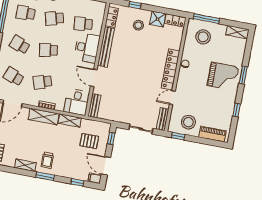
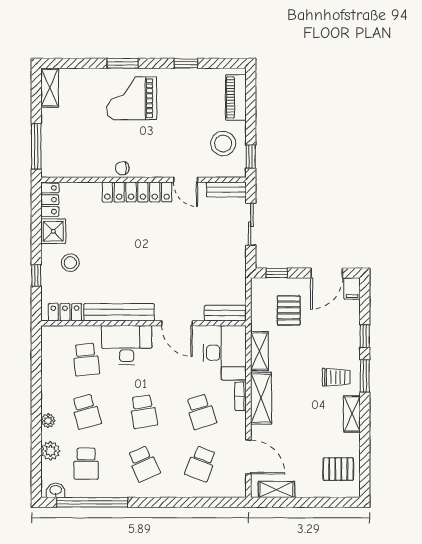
stool: (203, 37) -> (69, 146), removed
school desk: (20, 45) -> (144, 464), turned -45
grand piano: (223, 76) -> (132, 98), turned -90
door: (94, 78) -> (177, 323), hinge flipped
desk: (77, 102) -> (225, 353), width x1.37
window: (77, 182) -> (365, 336), moved

